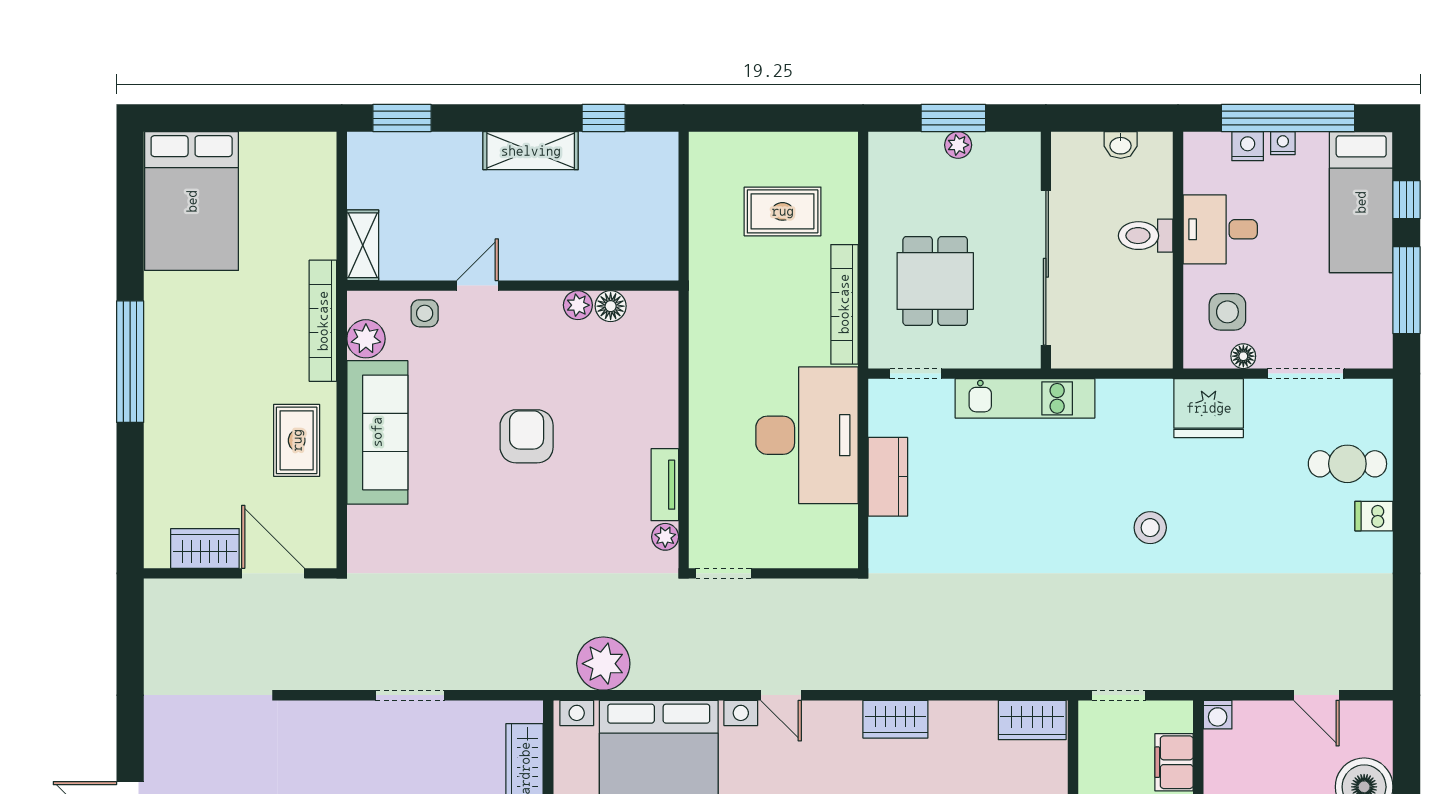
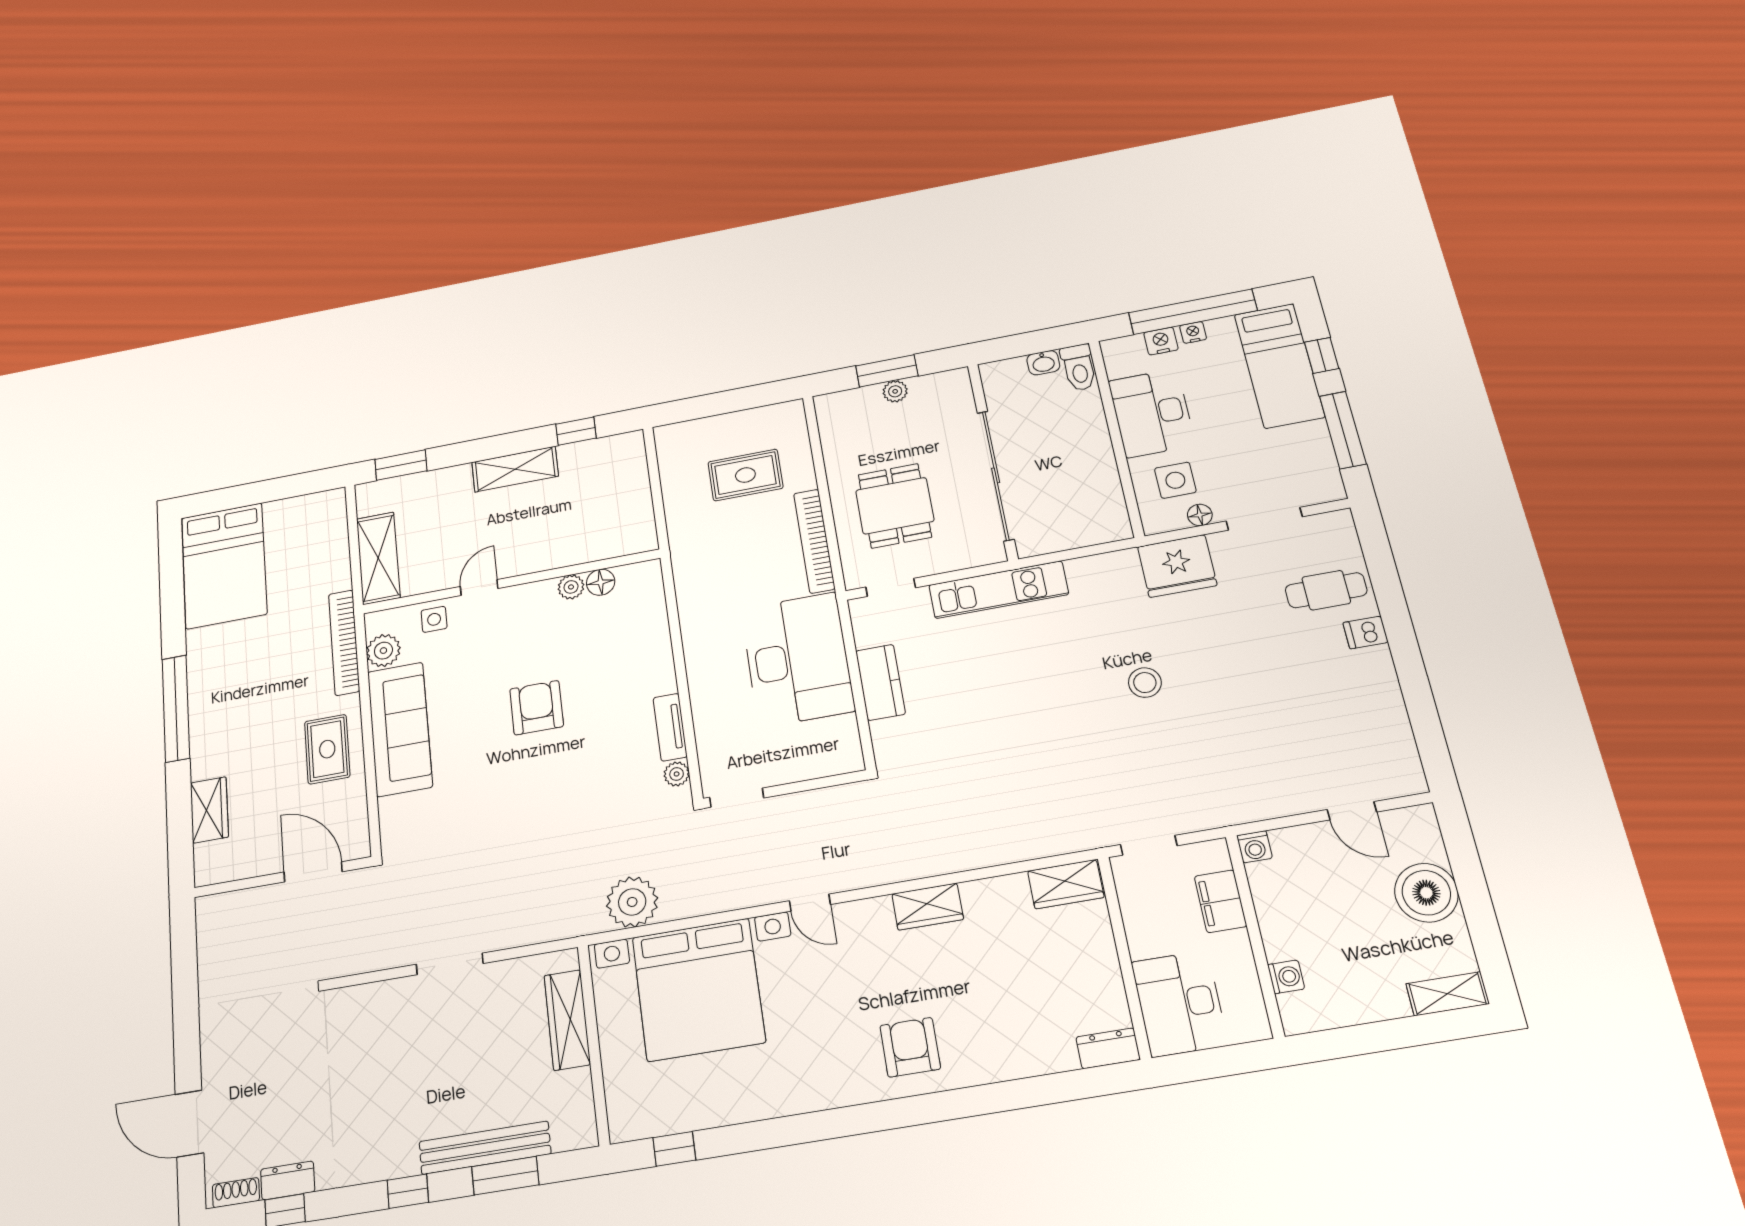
desk: (1220, 229) -> (1152, 413), width x1.37
toilet: (1146, 236) -> (1079, 367), moved, turned -90
shelving: (363, 245) -> (378, 558), width x1.50, depth x1.33
wardrobe: (205, 548) -> (209, 810), moved, turned 90

